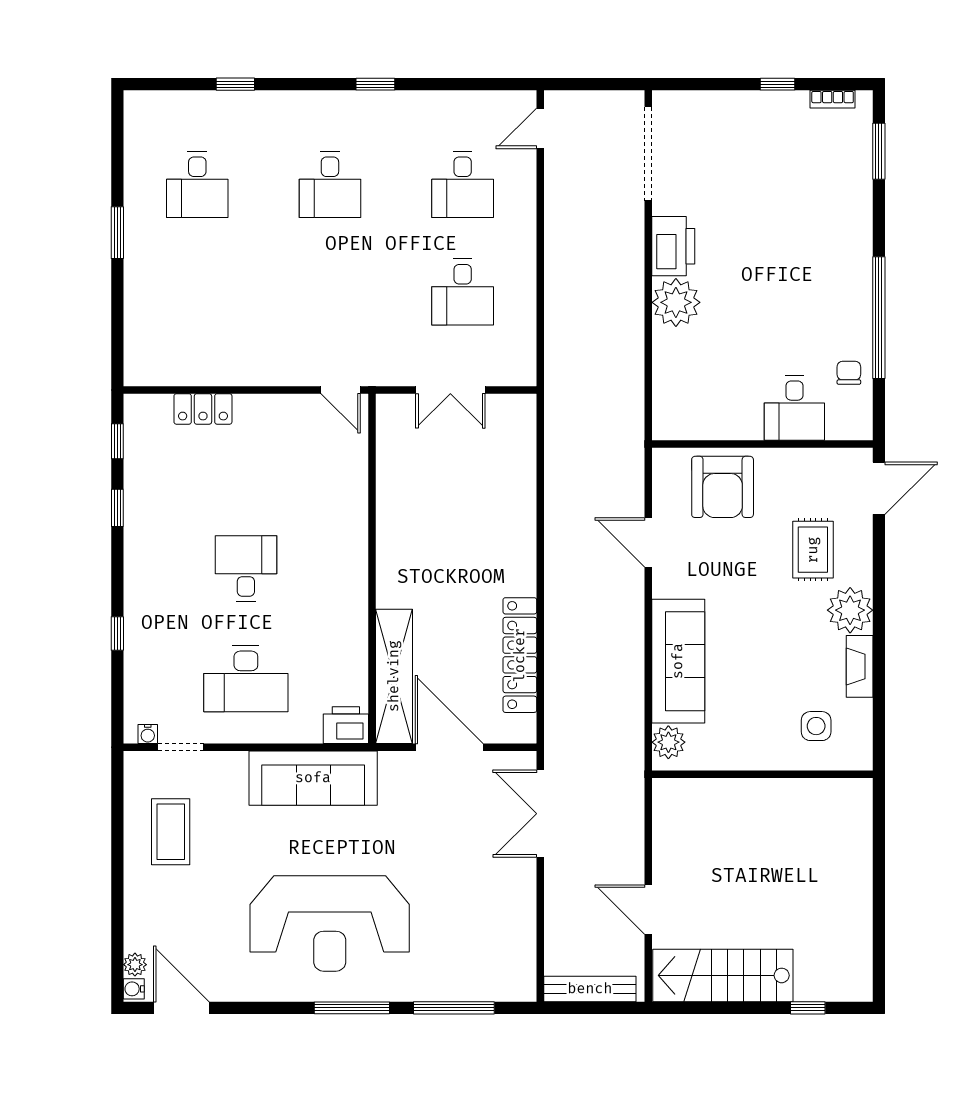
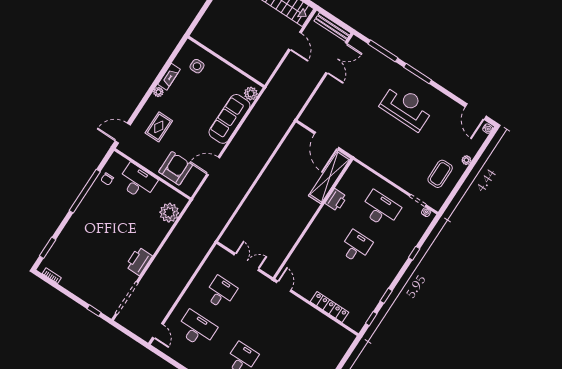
window: (778, 84) -> (94, 311), moved
door: (540, 128) -> (158, 331), hinge flipped
desk: (463, 185) -> (197, 329), width x1.37
plant: (676, 302) -> (169, 213), moved
desk: (794, 408) -> (137, 182), width x1.37
locker: (203, 409) -> (330, 307), width x1.53
door: (648, 542) -> (213, 166), swing flipped
desk: (246, 569) -> (356, 247), turned 180
plant: (850, 610) -> (158, 92), width x0.53, depth x0.53
locker: (520, 655) -> (282, 156), removed
printer: (346, 725) -> (336, 200), moved, turned -90
sofa: (313, 778) -> (380, 160), removed
double door: (540, 814) -> (336, 58), moved
reception desk: (330, 923) -> (406, 107), width x0.74, depth x0.77
plant: (135, 965) -> (466, 160), moved

